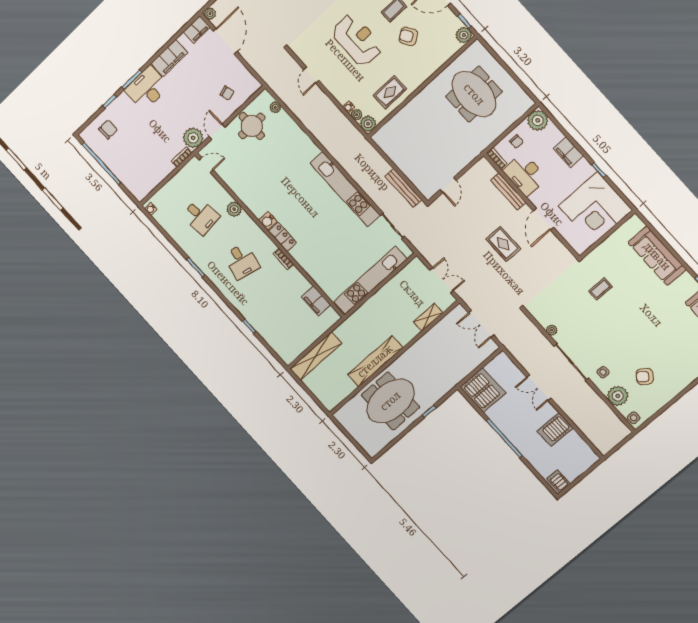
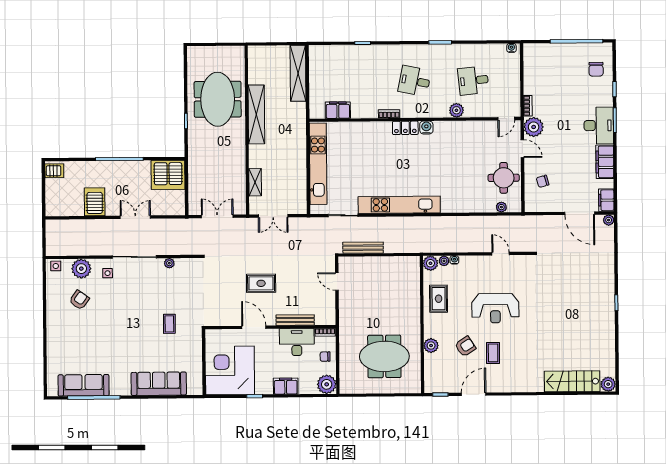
plant: (464, 35) -> (431, 346), moved

